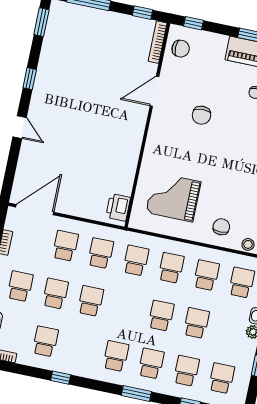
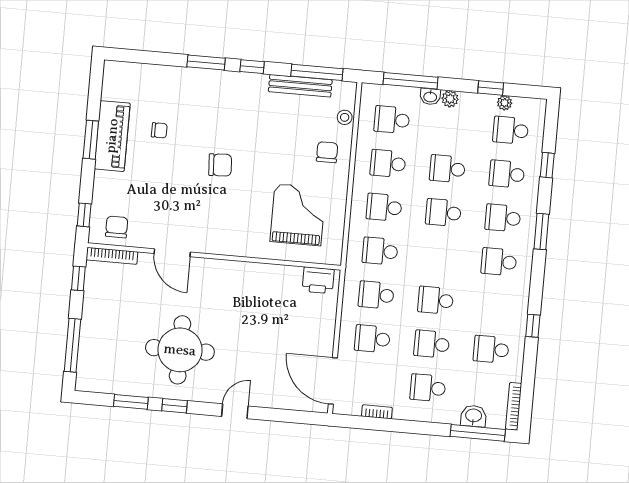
window: (41, 22) -> (131, 402), moved
round table: (75, 88) -> (180, 350), added
chair: (201, 115) -> (220, 165), moved
grand piano: (173, 197) -> (298, 215), turned 180
chair: (221, 227) -> (327, 152), turned 90
plant: (245, 376) -> (505, 103), added

